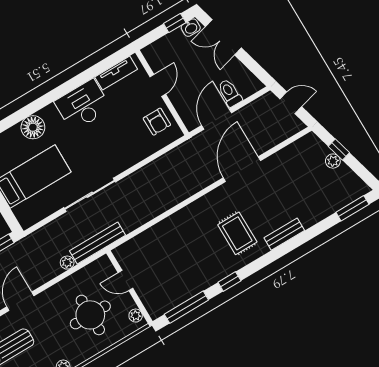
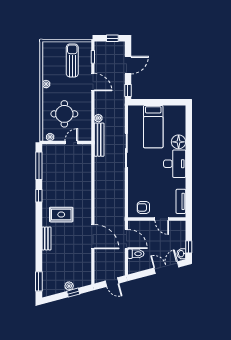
door: (291, 103) -> (112, 282), hinge flipped
desk: (83, 105) -> (175, 164), moved

